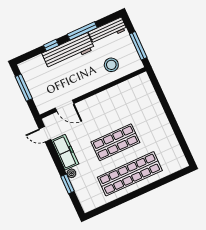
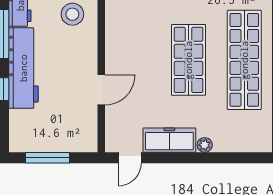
door: (65, 106) -> (101, 90), moved
window: (68, 184) -> (217, 158), removed

